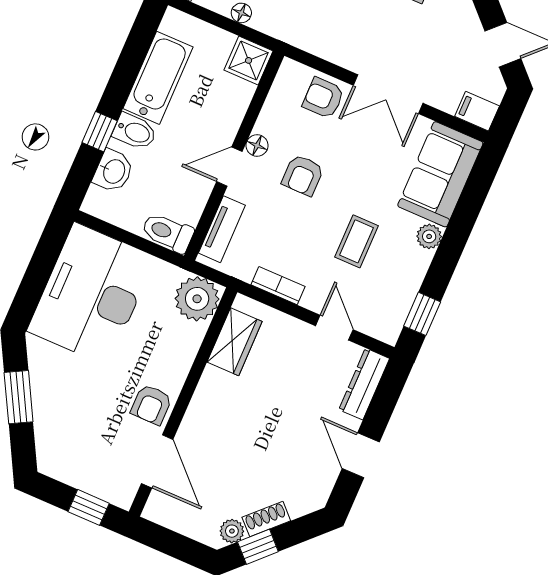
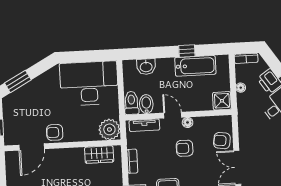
armchair: (323, 98) -> (222, 141), turned -82
window: (100, 132) -> (187, 51), moved
bidet: (135, 132) -> (146, 104), moved, turned 180
window: (19, 397) -> (18, 81), moved

